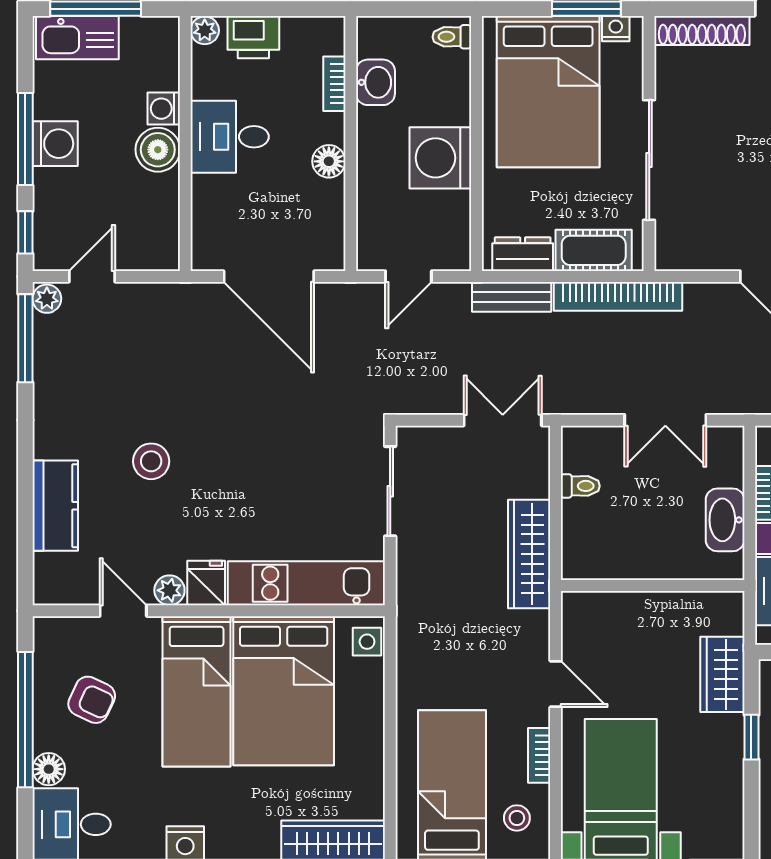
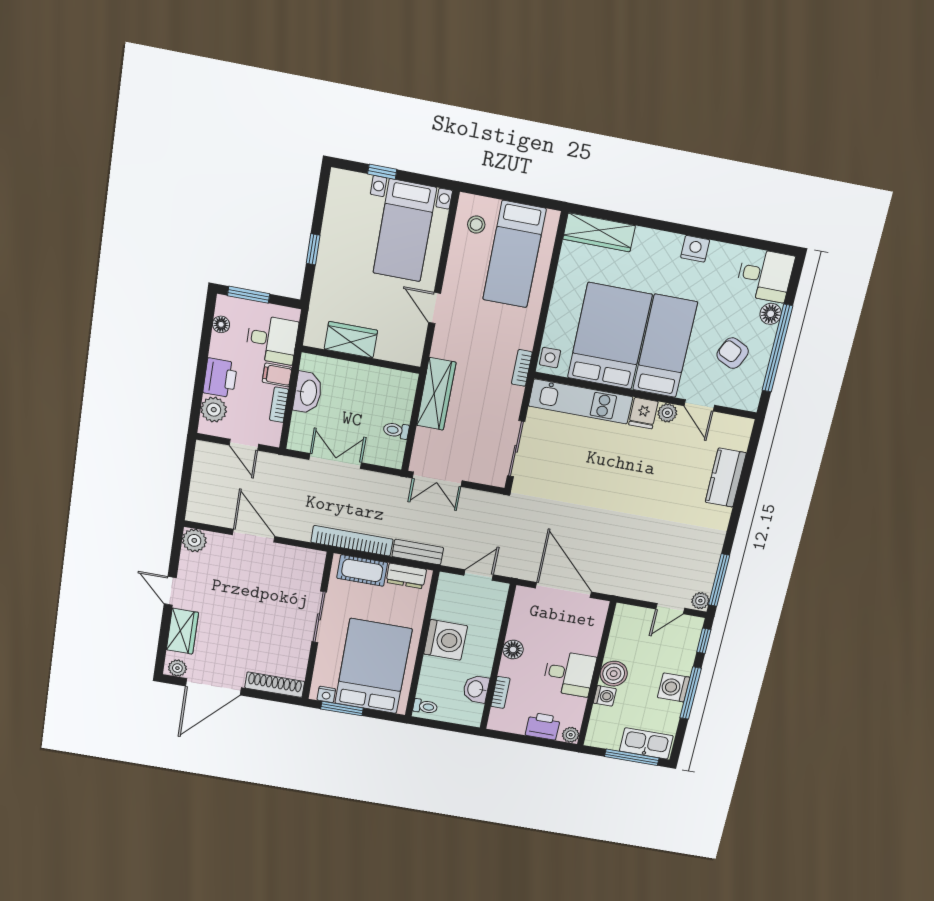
sliding door: (649, 160) -> (319, 617), width x0.73
stool: (151, 461) -> (660, 494), removed
wardrobe: (722, 674) -> (351, 340), moved, turned -90
bookcase: (539, 755) -> (522, 368), moved, turned 180

